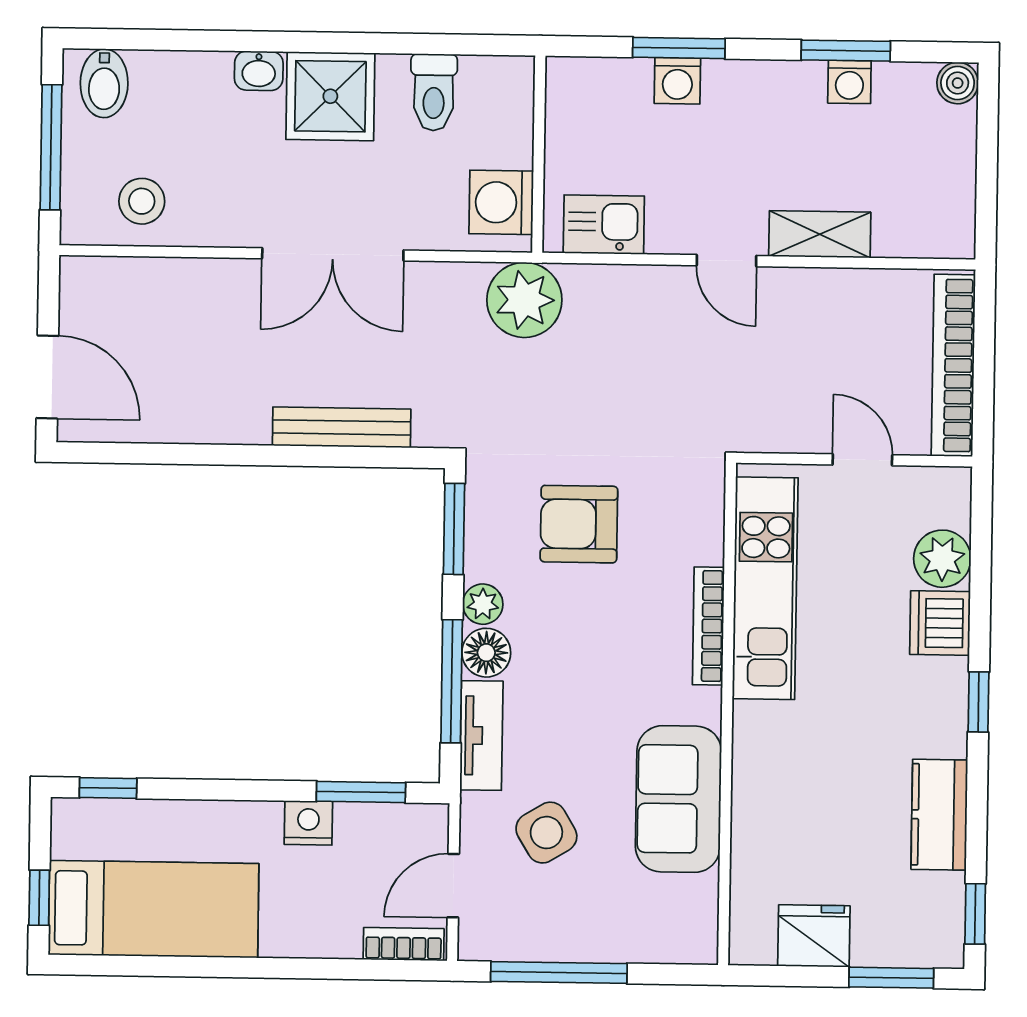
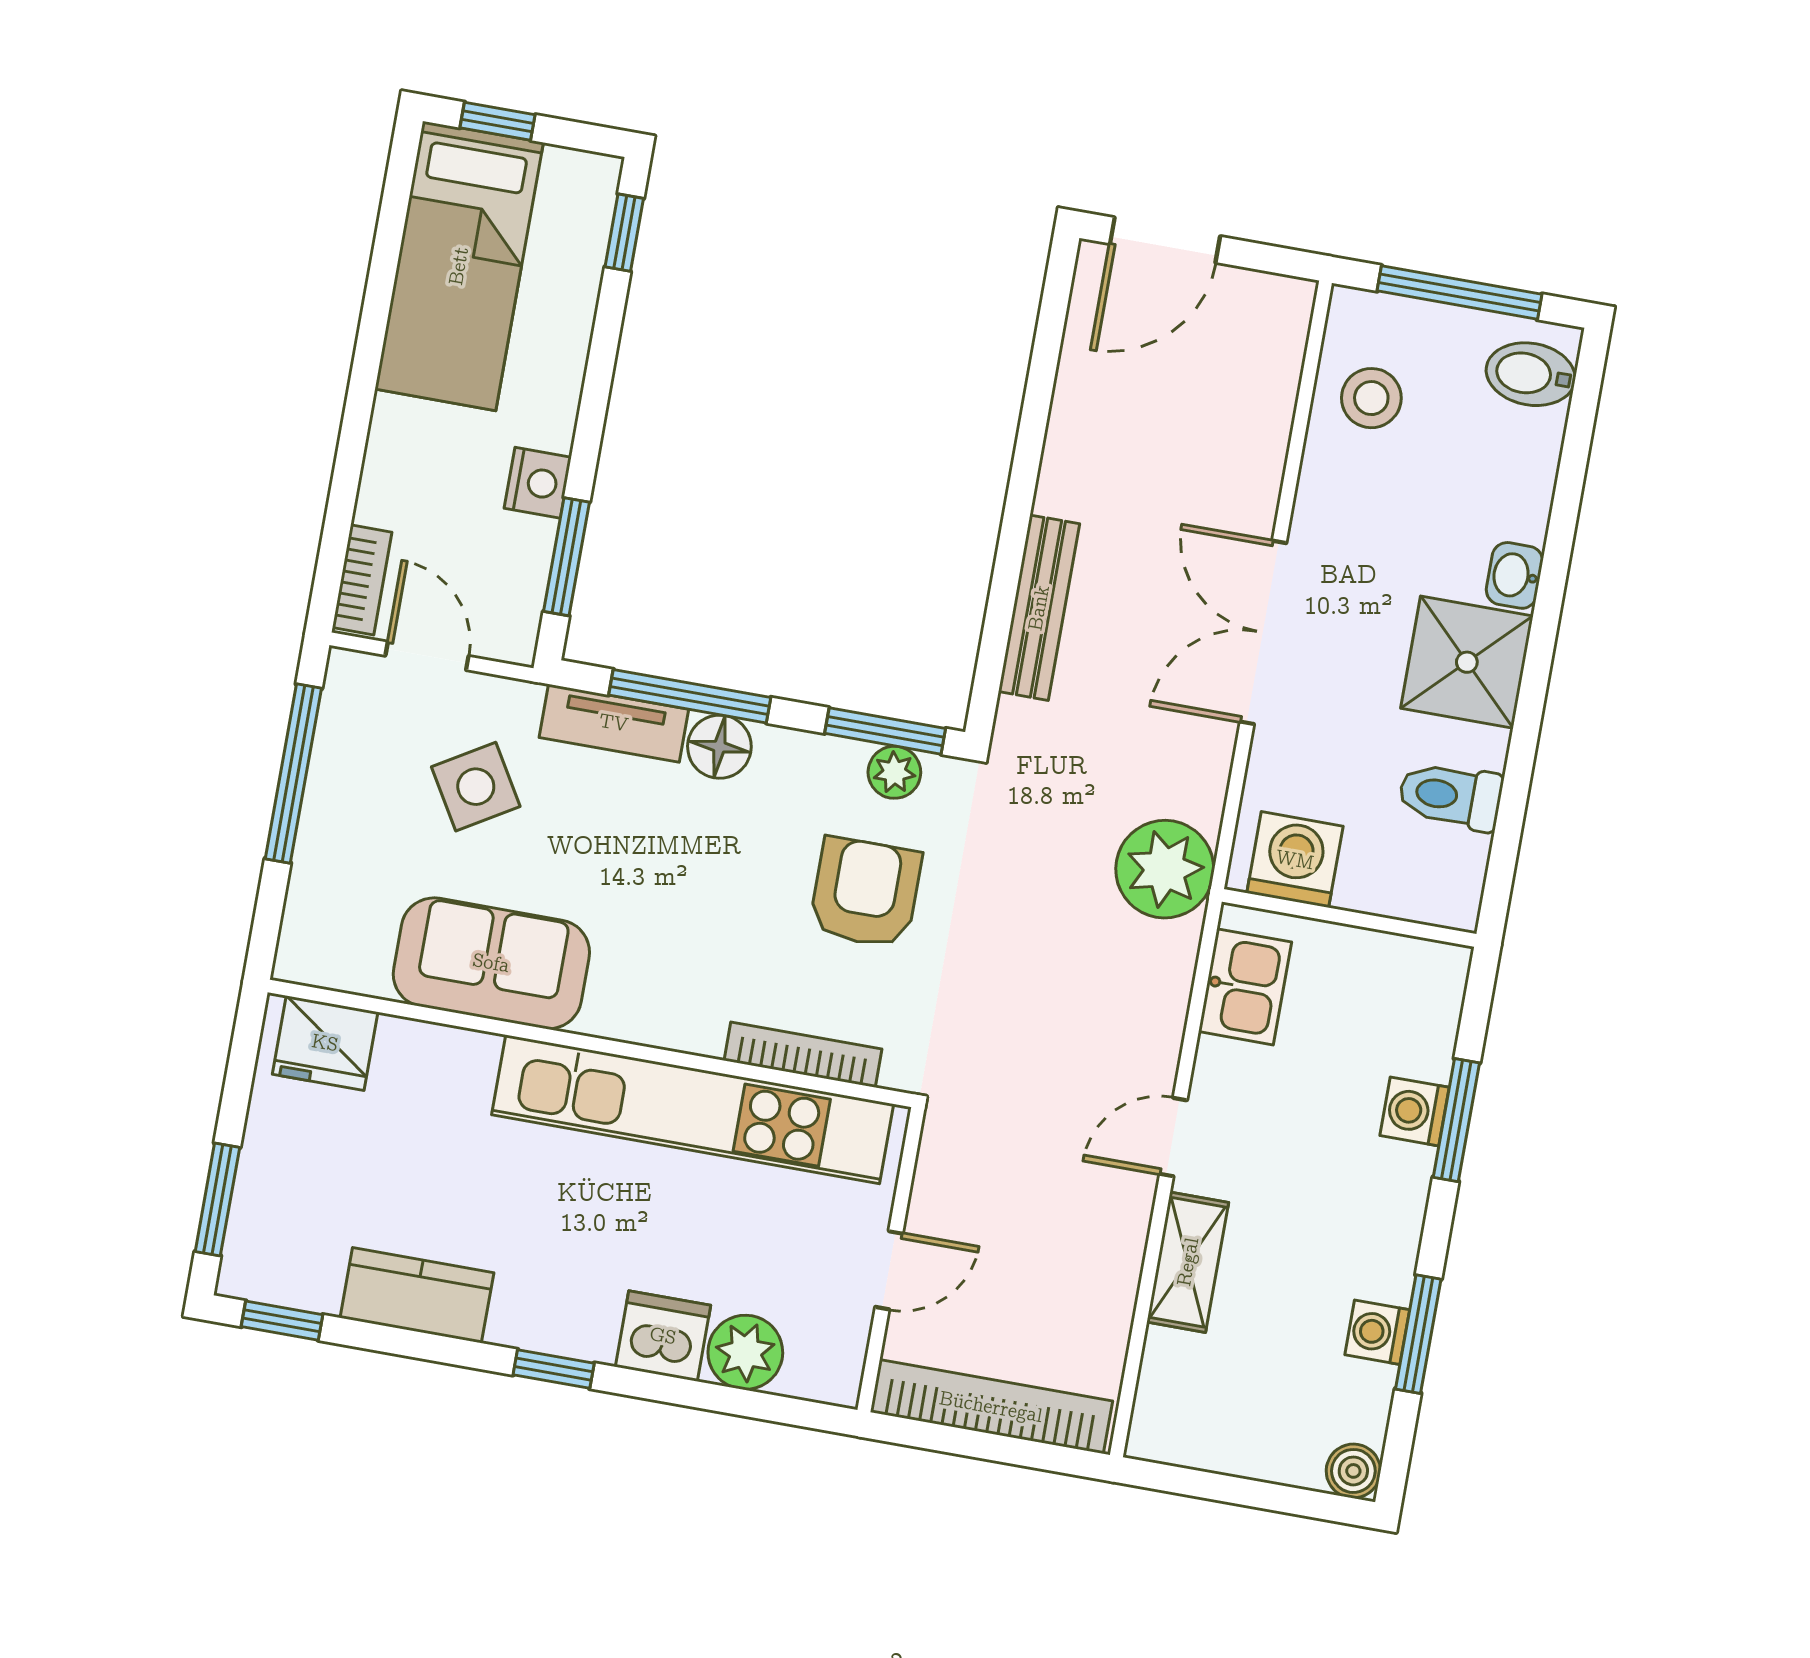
kitchen unit: (765, 588) -> (693, 1109), width x1.36
plant: (483, 604) -> (894, 772), moved
bookcase: (708, 626) -> (803, 1055), moved
fridge: (814, 936) -> (325, 1043), moved, turned 90

